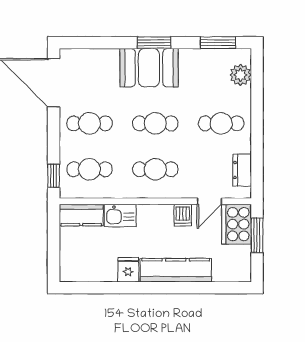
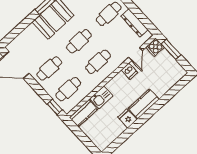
dresser: (242, 170) -> (134, 23), width x1.44
cooker: (237, 224) -> (155, 47), width x0.53, depth x0.76
kitchen counter: (176, 270) -> (144, 104), width x0.67

